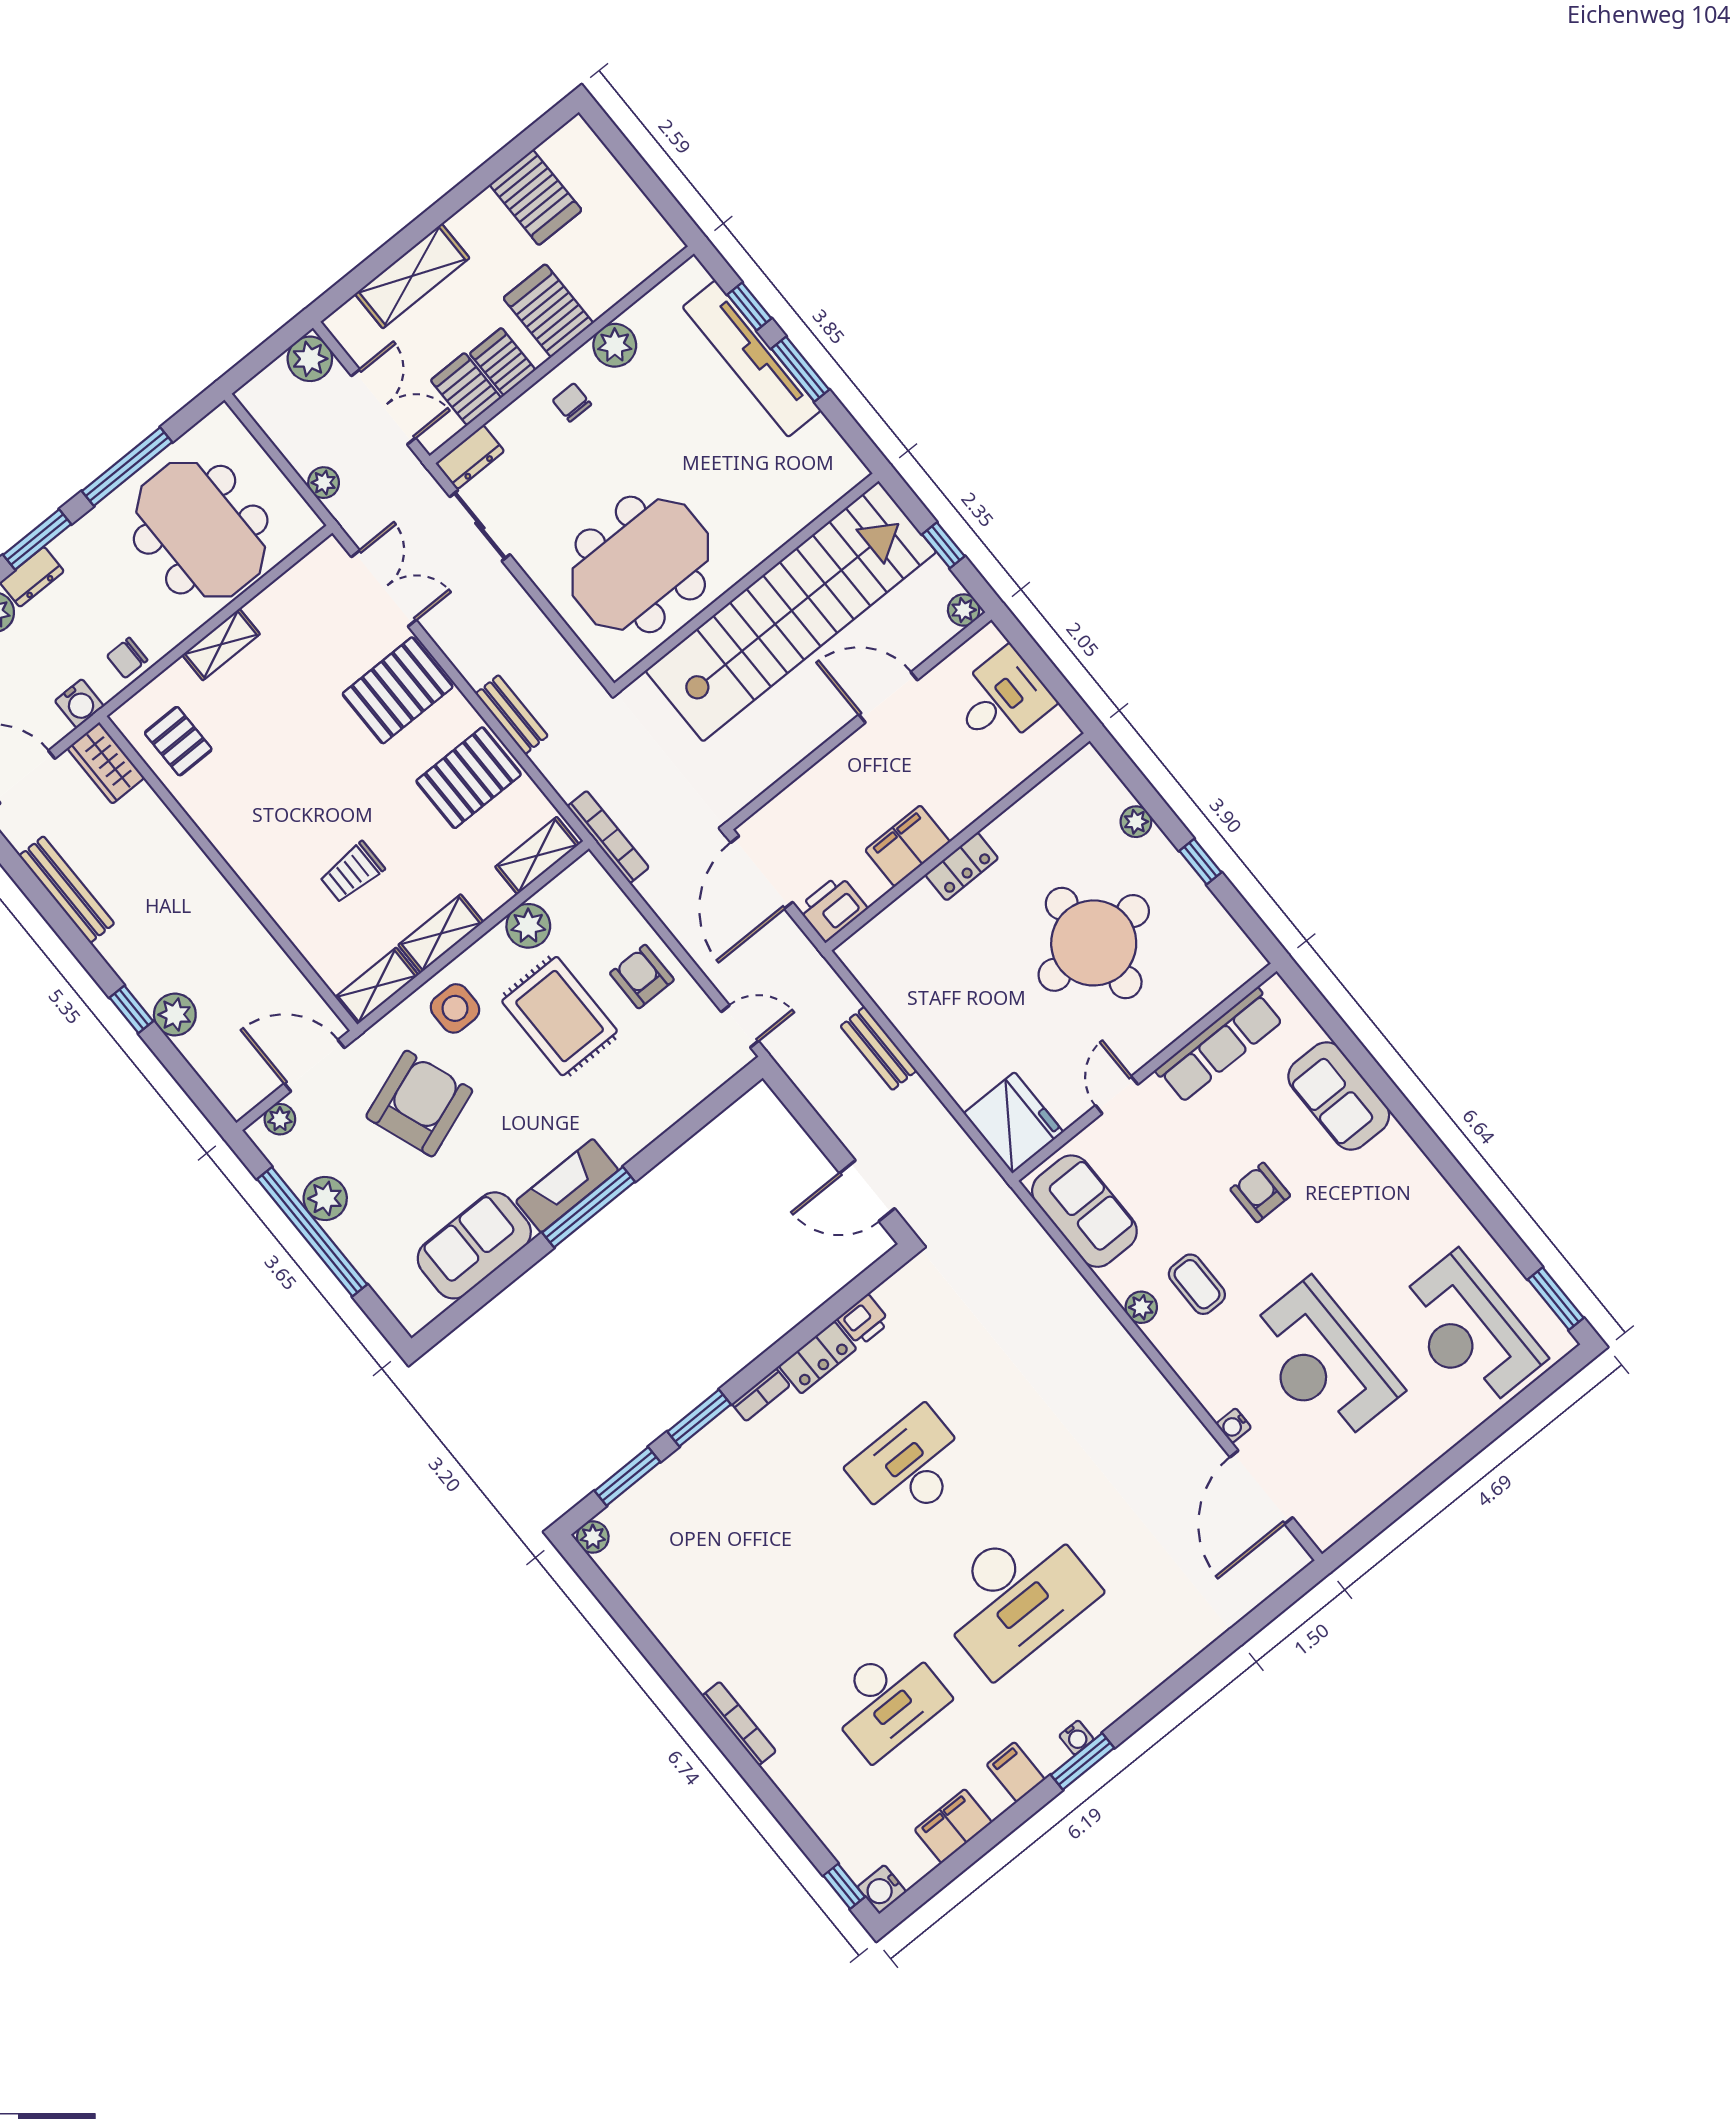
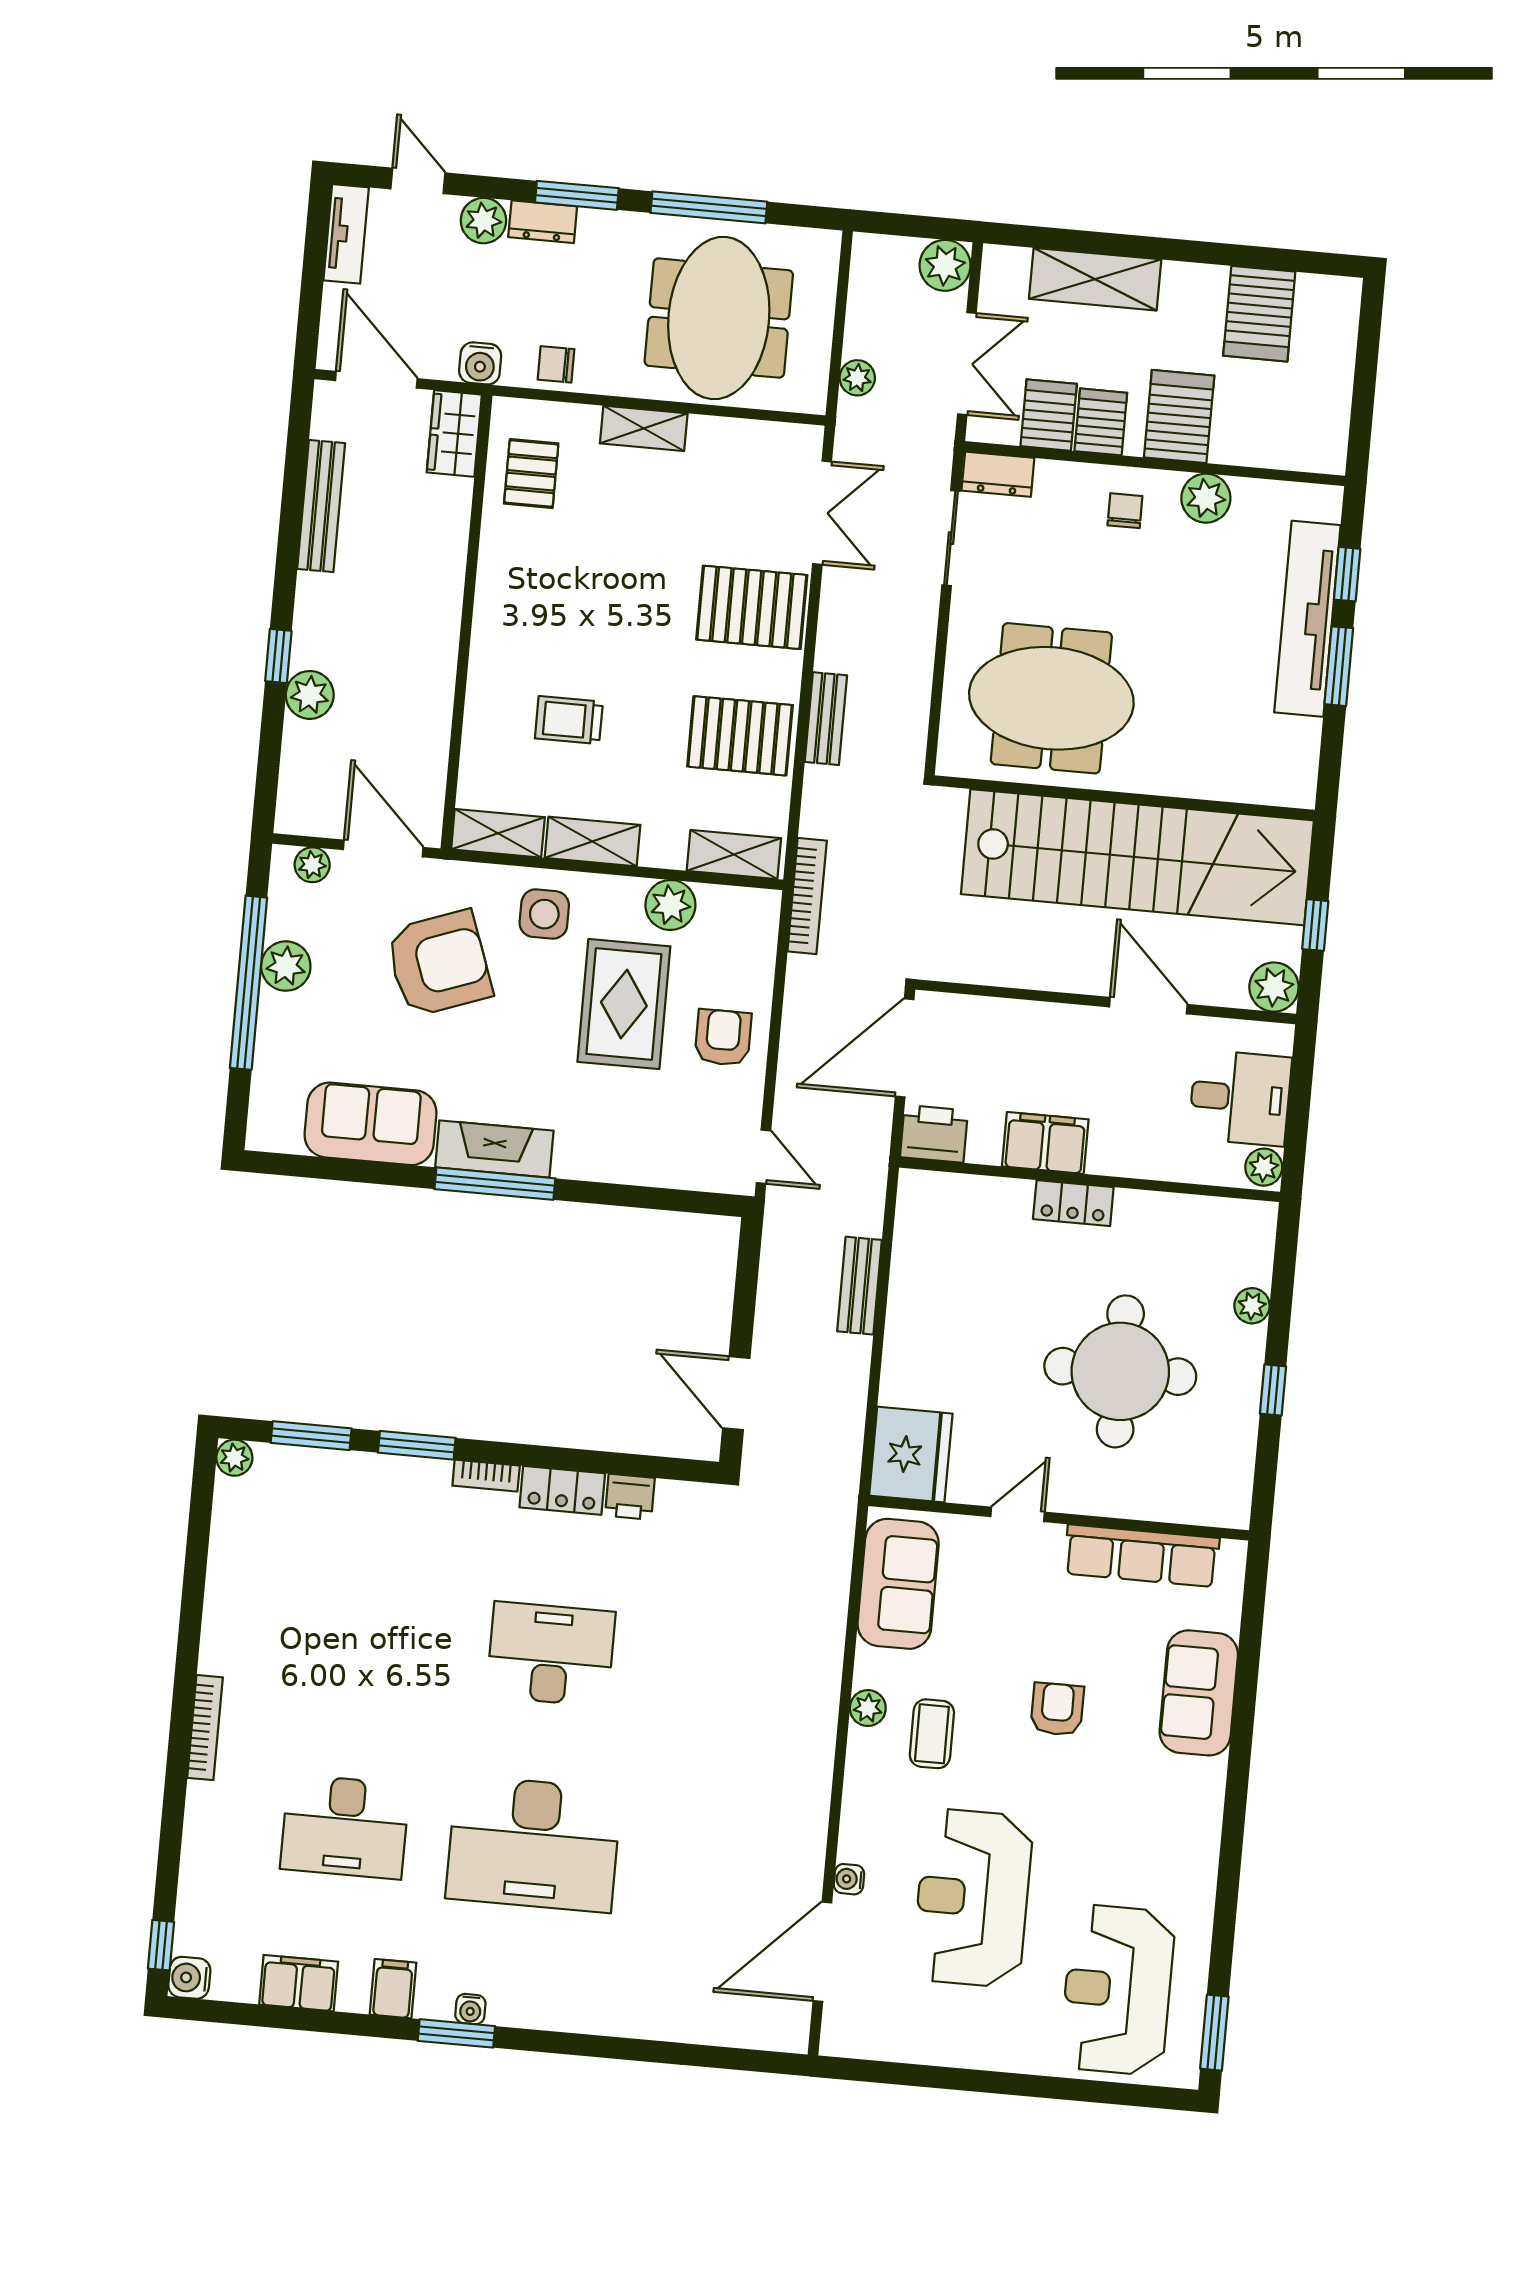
plant: (964, 610) -> (1274, 987), width x1.38, depth x1.38
plant: (1059, 728) -> (1264, 1167), added

